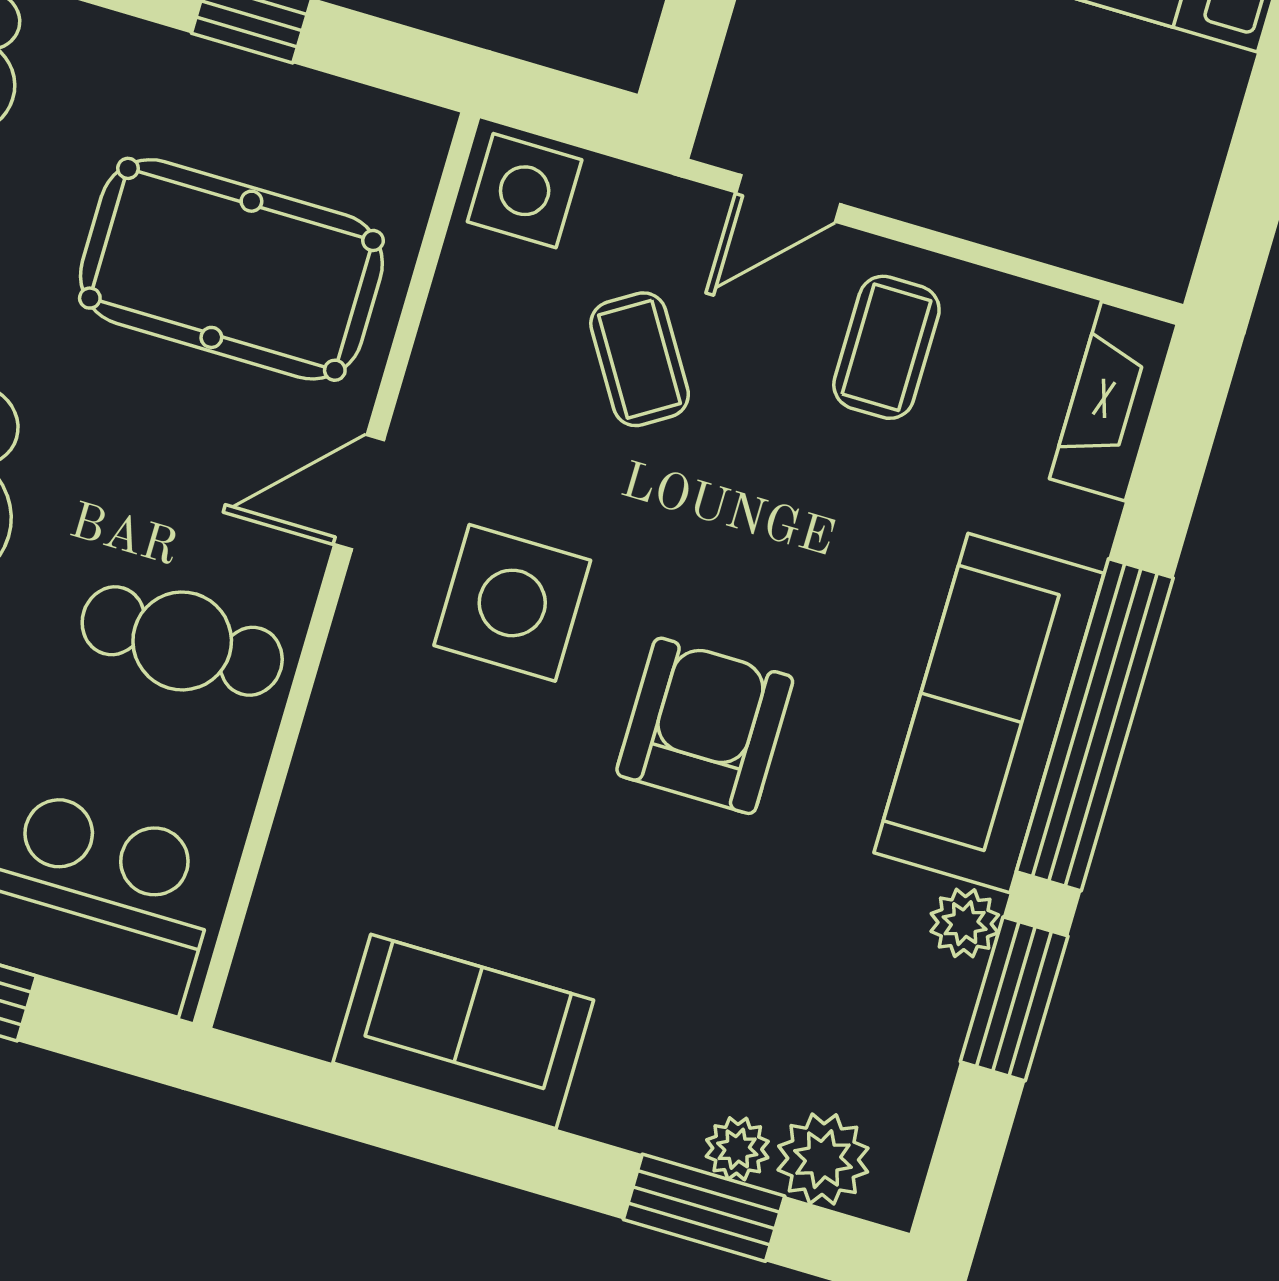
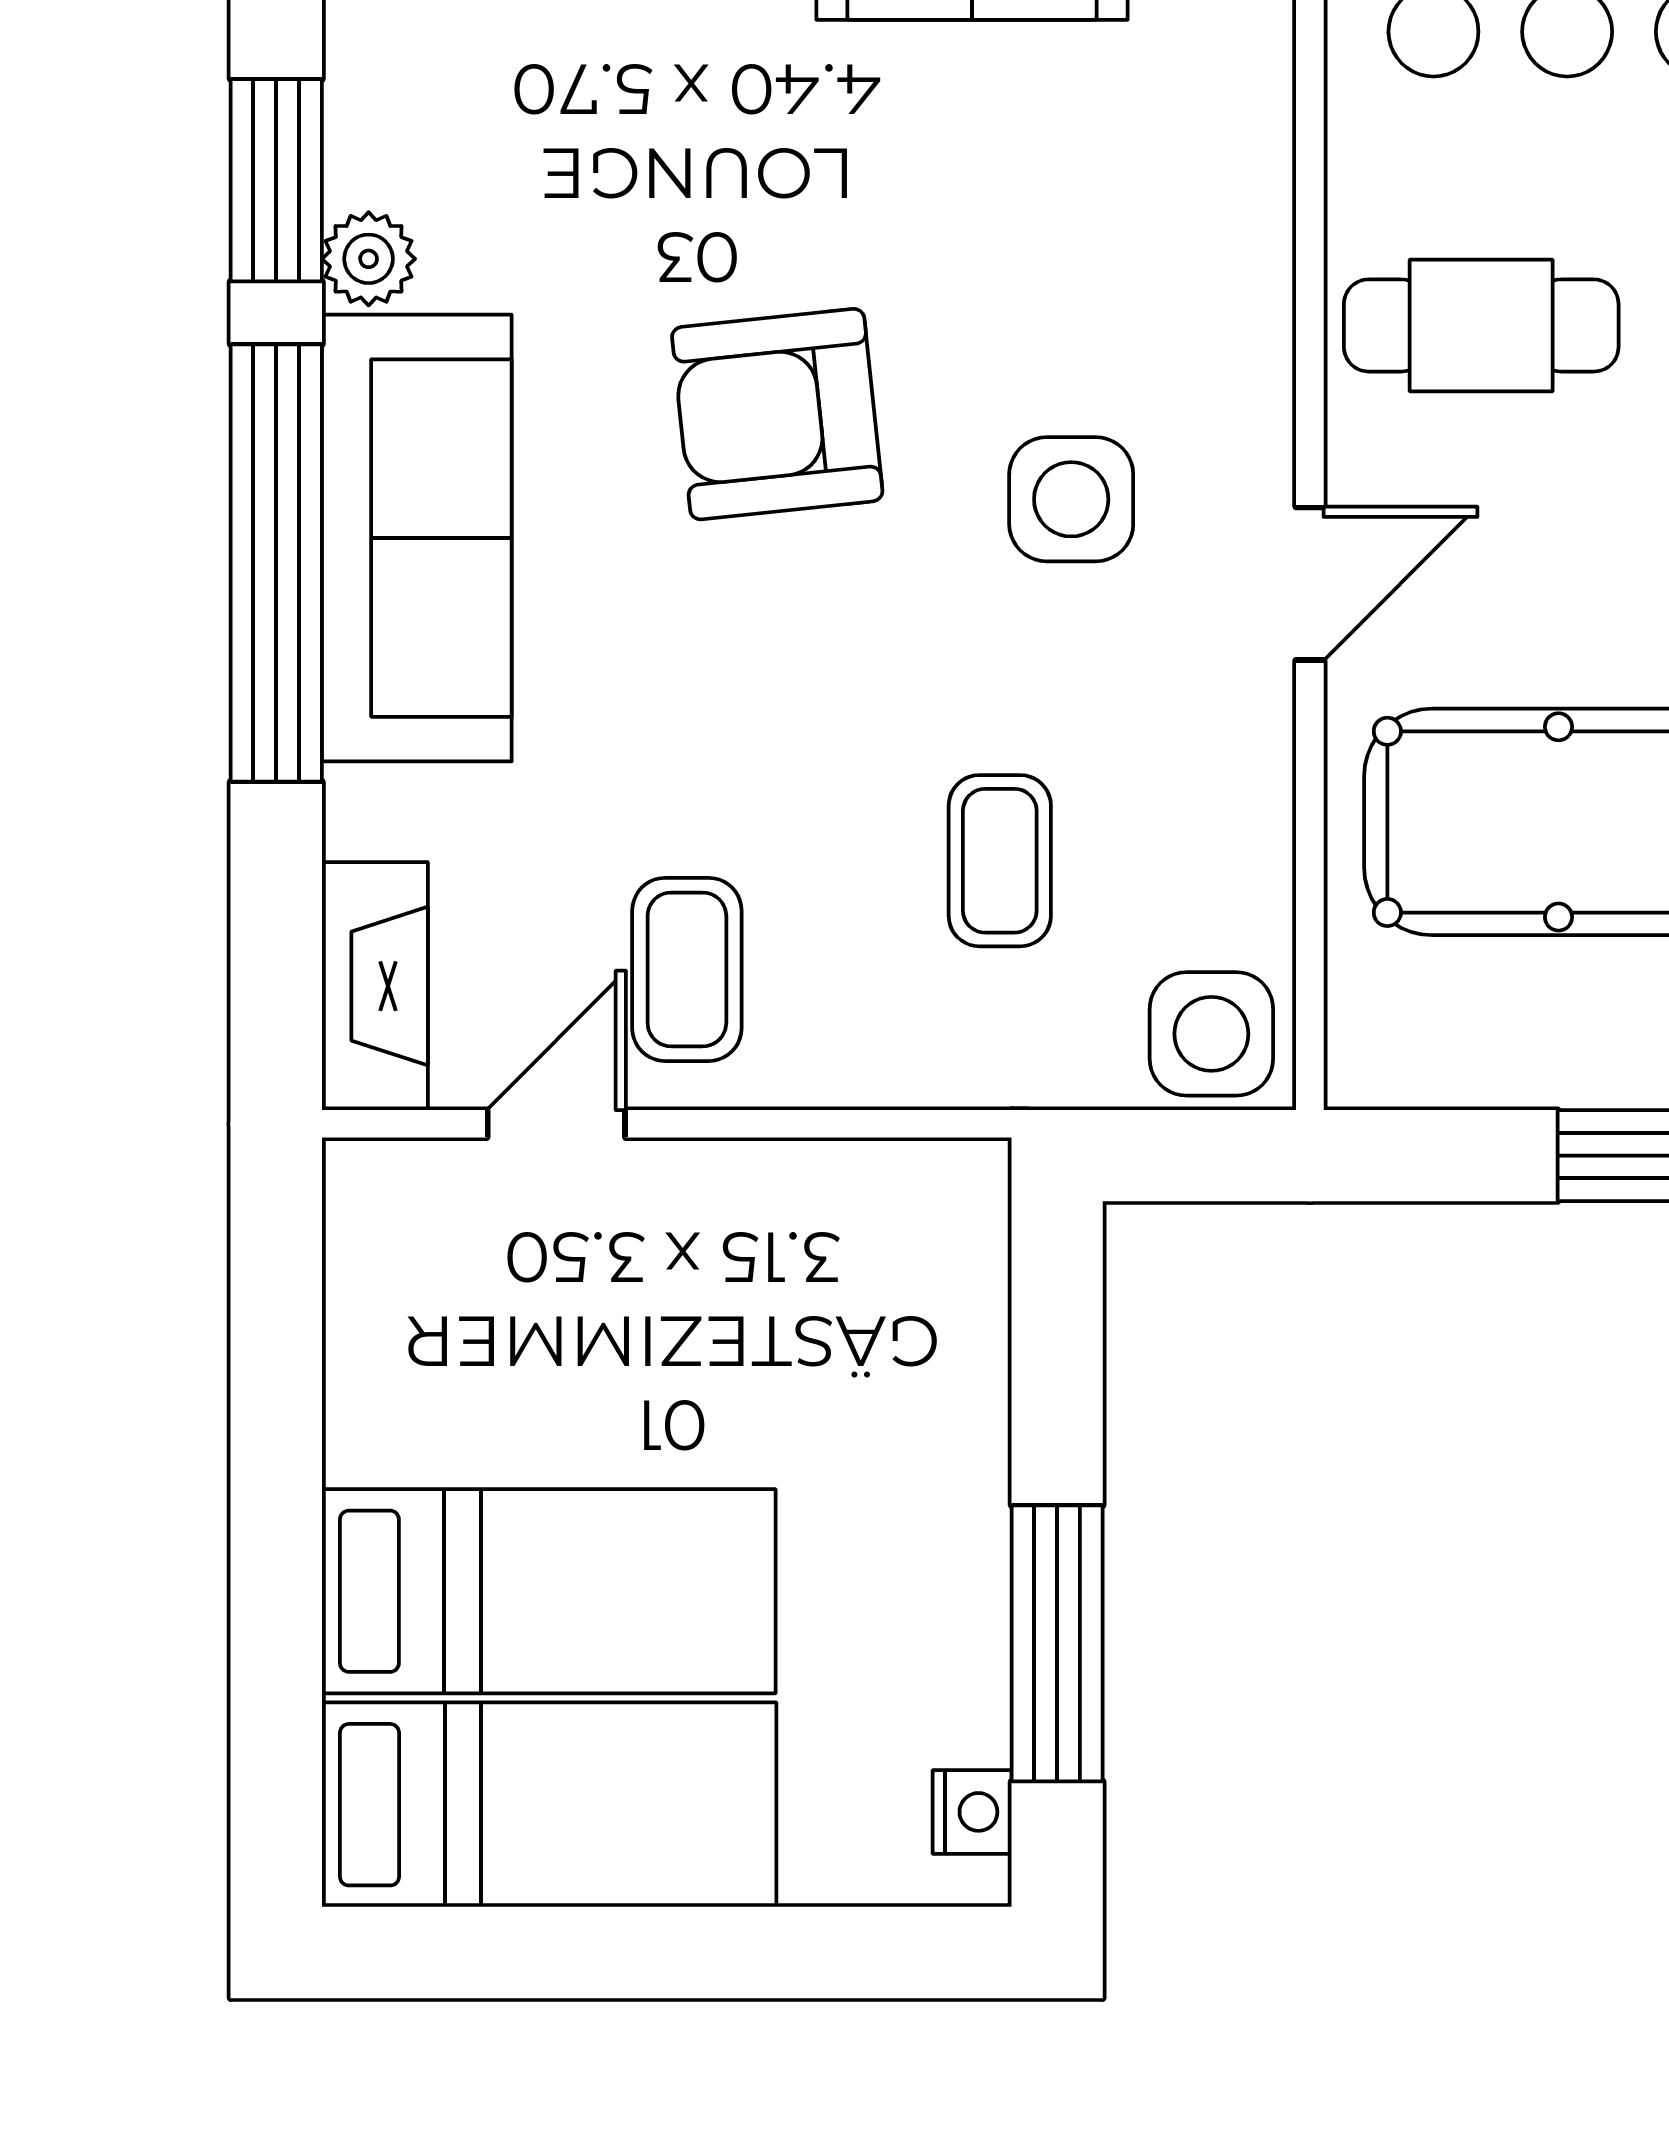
door: (788, 198) -> (556, 1124), moved
coffee table: (640, 359) -> (1000, 861), turned 32
side table: (512, 603) -> (1071, 499), width x0.73, depth x0.73
armchair: (705, 726) -> (777, 414), turned 84

